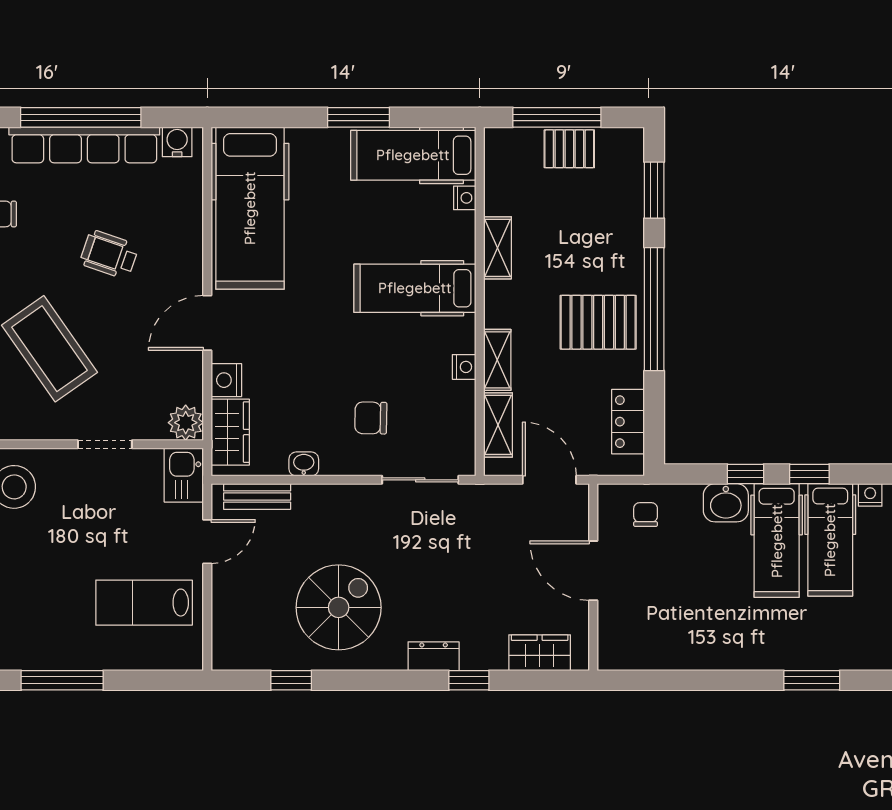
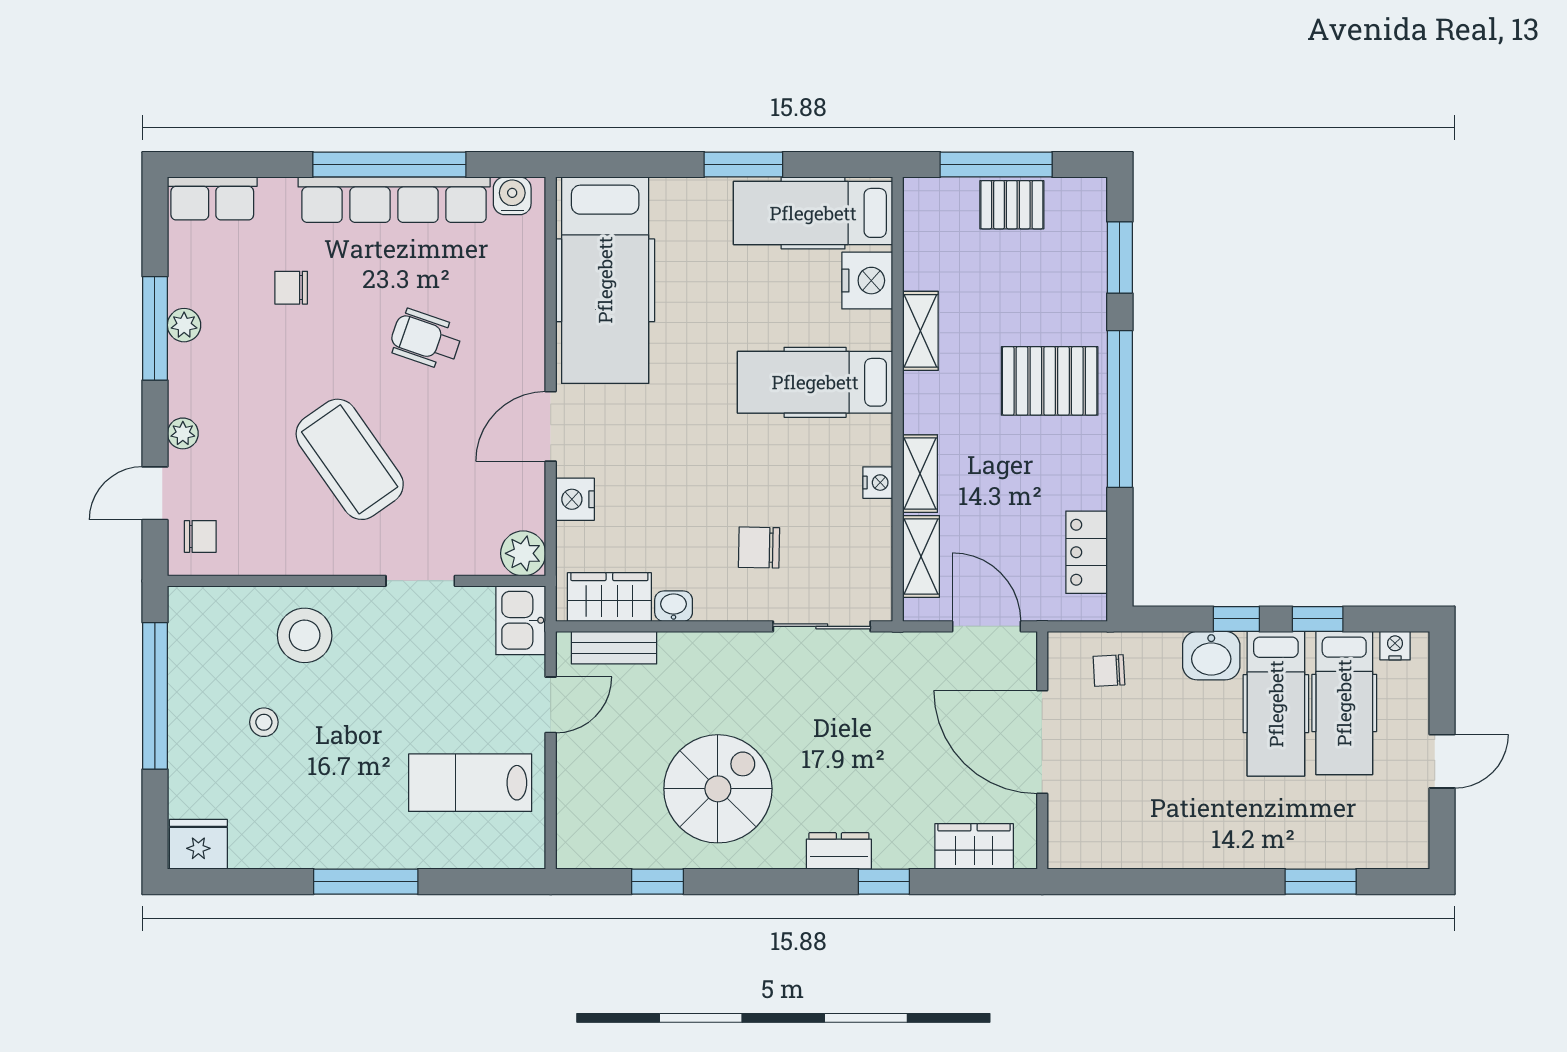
nightstand: (465, 198) -> (867, 281), width x1.89, depth x1.79
pallet: (598, 322) -> (1050, 381), moved
wardrobe: (230, 432) -> (609, 597), moved, turned -90
chair: (646, 515) -> (1109, 671), turned -93
door: (593, 571) -> (1042, 742), width x1.36

